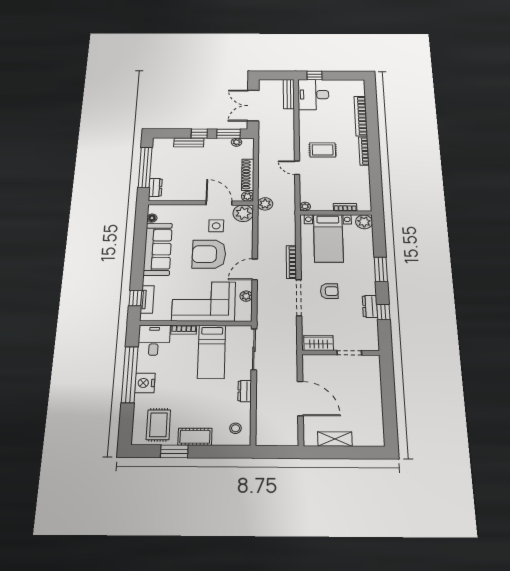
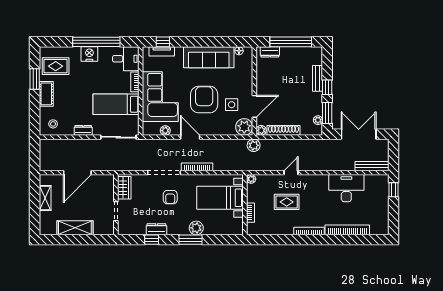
desk: (313, 95) -> (346, 188), moved
rug: (323, 150) -> (287, 202), moved, turned 90
plant: (364, 222) -> (196, 228), moved
shelving: (373, 402) -> (75, 228), added

